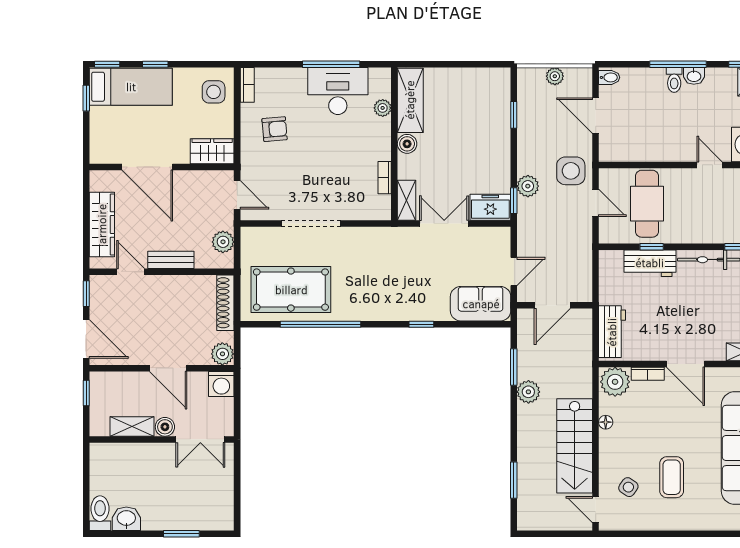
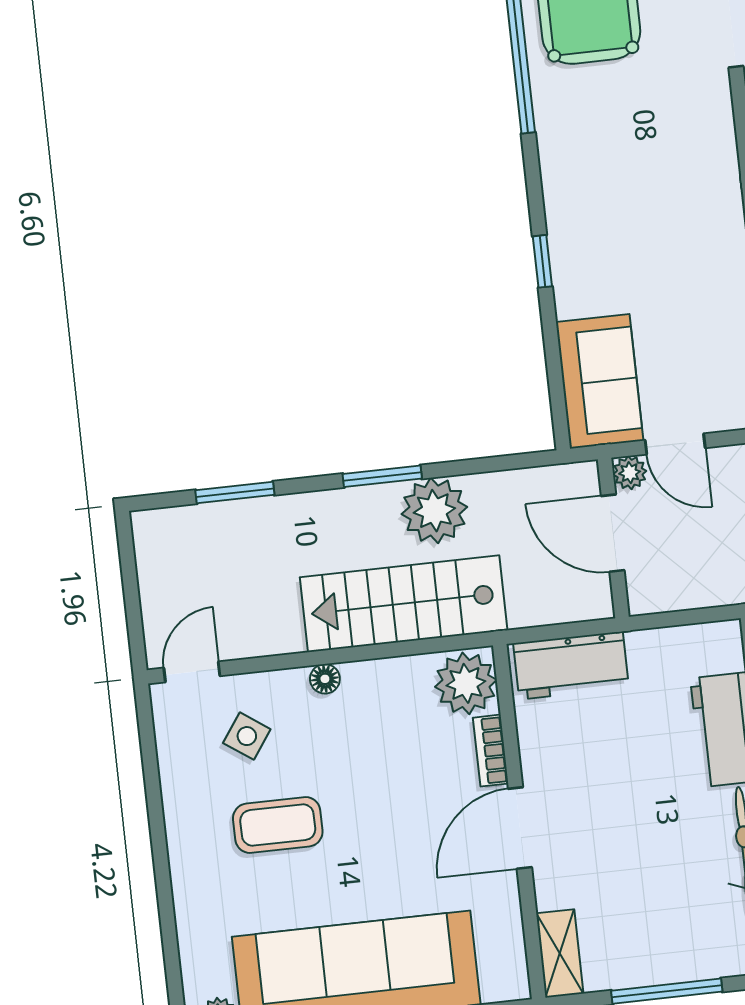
plant: (525, 294) -> (630, 473), added
window: (514, 367) -> (382, 476), moved
plant: (528, 392) -> (434, 511), width x1.36, depth x1.36
floor lamp: (606, 422) -> (325, 679), moved
stairs: (575, 446) -> (404, 604), moved

